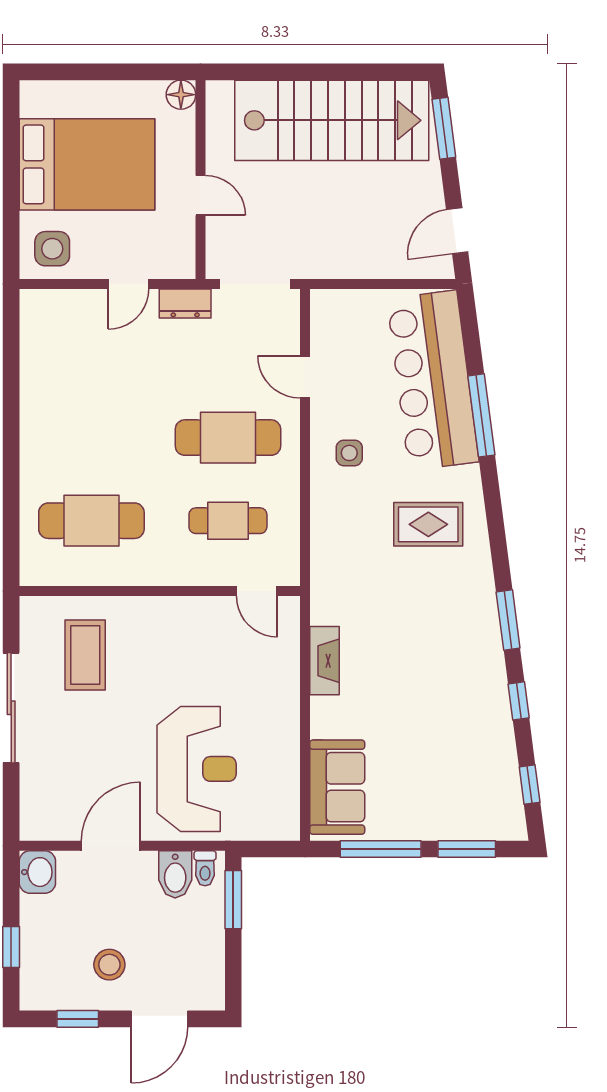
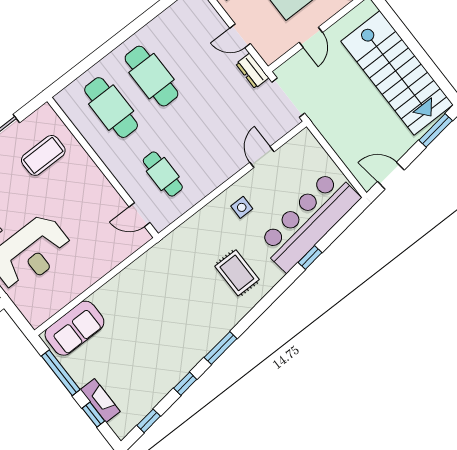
window: (481, 415) -> (310, 257), width x0.46
cafe table: (228, 438) -> (151, 76), moved
door: (257, 591) -> (139, 215), hinge flipped
fireplace: (325, 661) -> (100, 400), moved, turned -90
window: (467, 849) -> (93, 415), width x0.67

